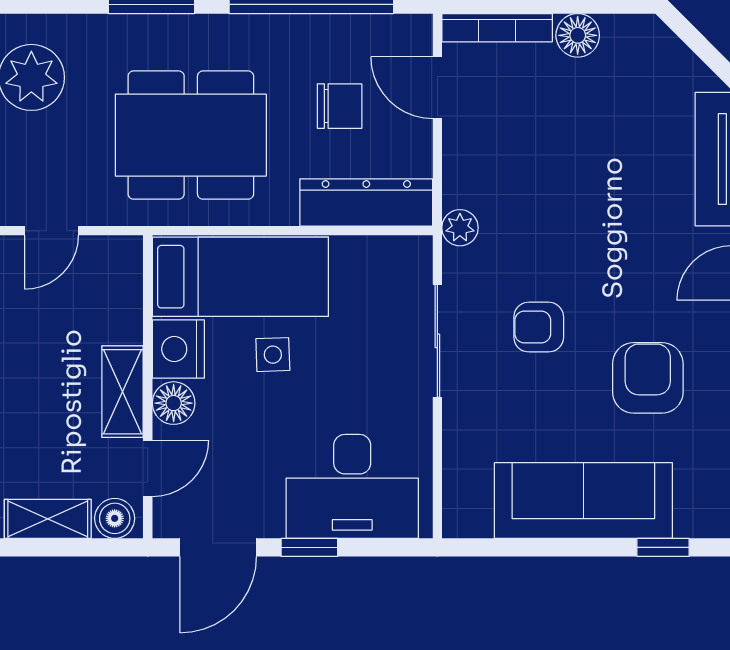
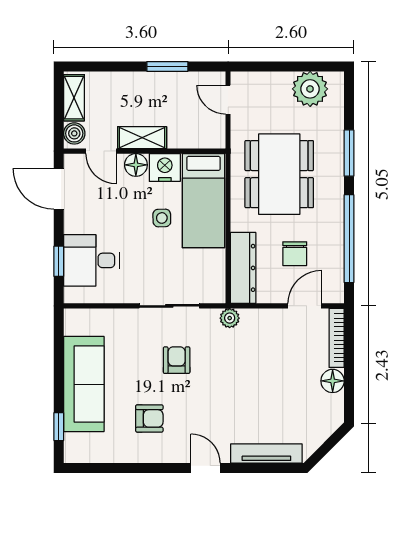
armchair: (648, 378) -> (149, 418), width x0.72, depth x0.72
desk: (352, 486) -> (91, 260), width x0.73
window: (309, 547) -> (59, 261), moved

